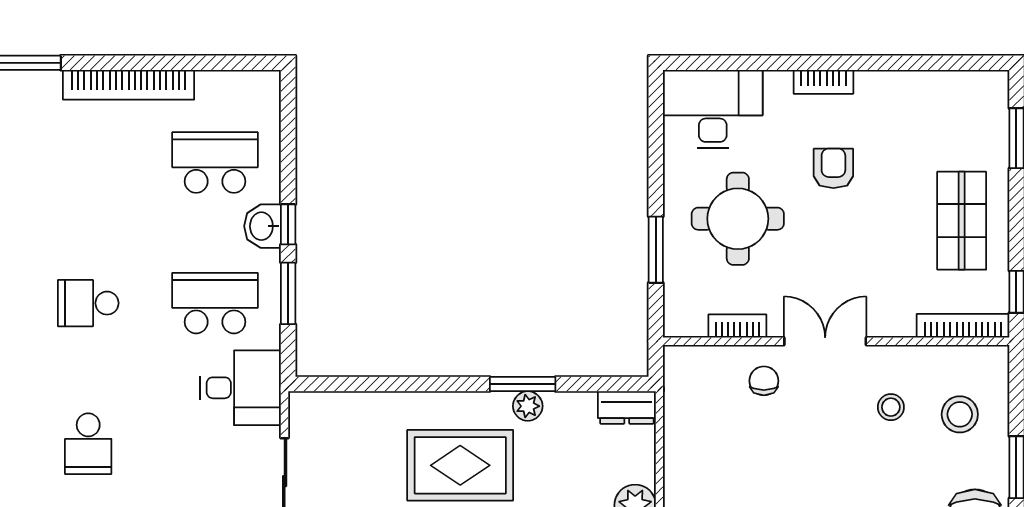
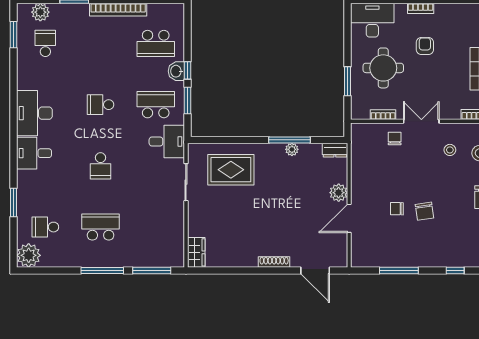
school desk: (215, 163) -> (156, 43), turned 180
window: (523, 384) -> (290, 140), width x1.44
rug: (460, 465) -> (231, 170), moved

